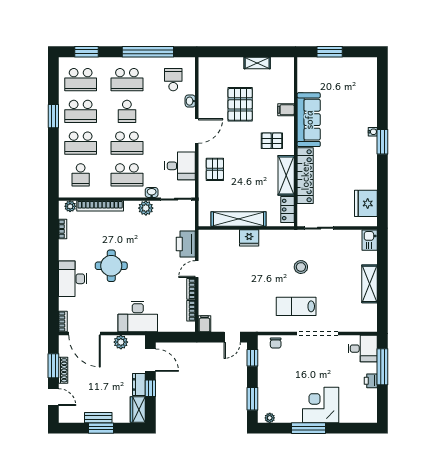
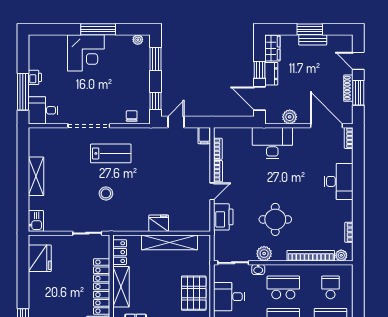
pallet: (215, 169) -> (194, 293), width x1.50, depth x1.42
round table: (111, 266) -> (275, 219), moved

